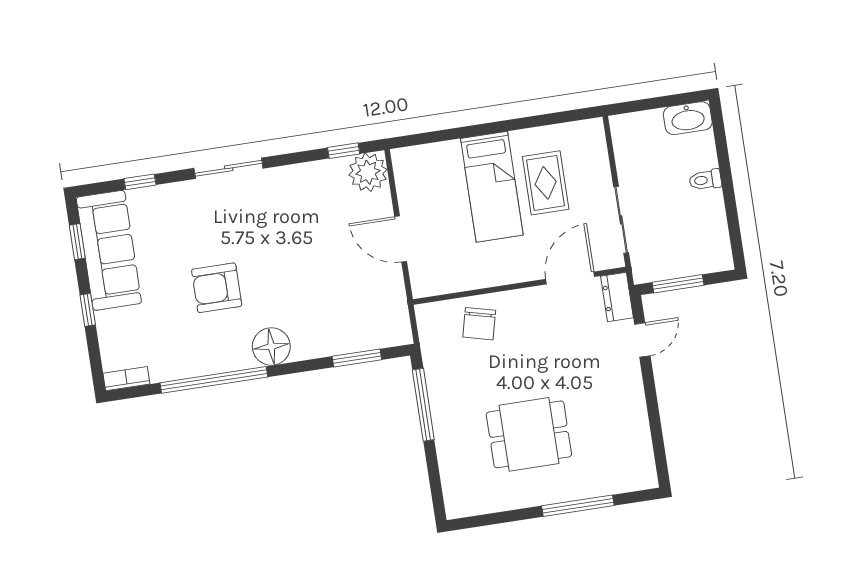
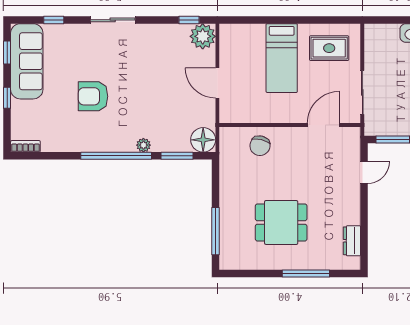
rug: (546, 183) -> (329, 48), moved, turned 90
dresser: (617, 297) -> (352, 241), moved
floor lamp: (271, 346) -> (203, 140), moved
plant: (304, 350) -> (143, 145), added
window: (214, 380) -> (116, 156), moved
window: (423, 405) -> (216, 231), moved

